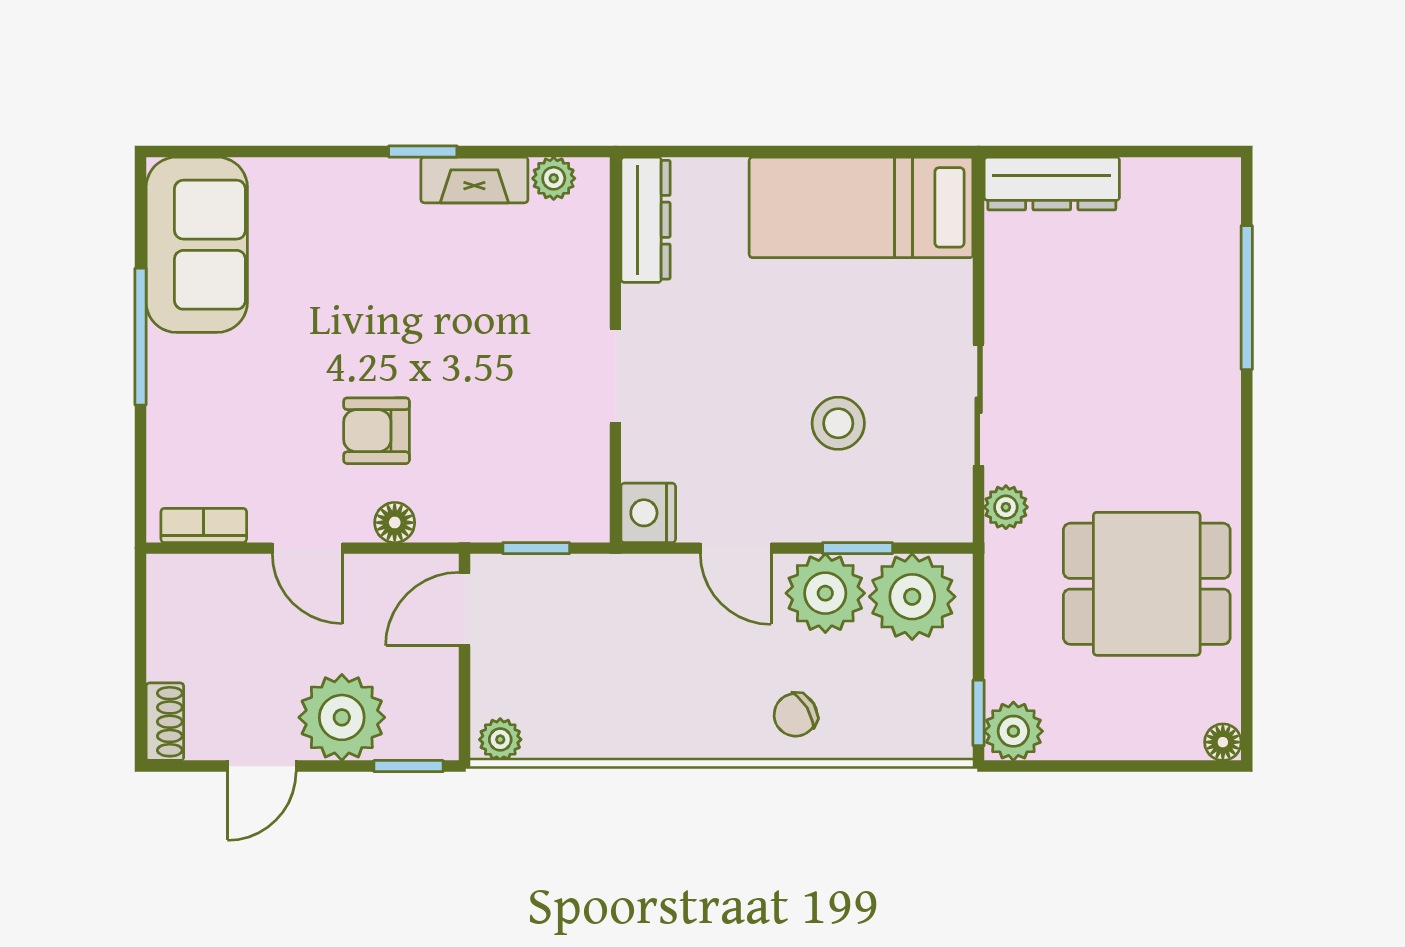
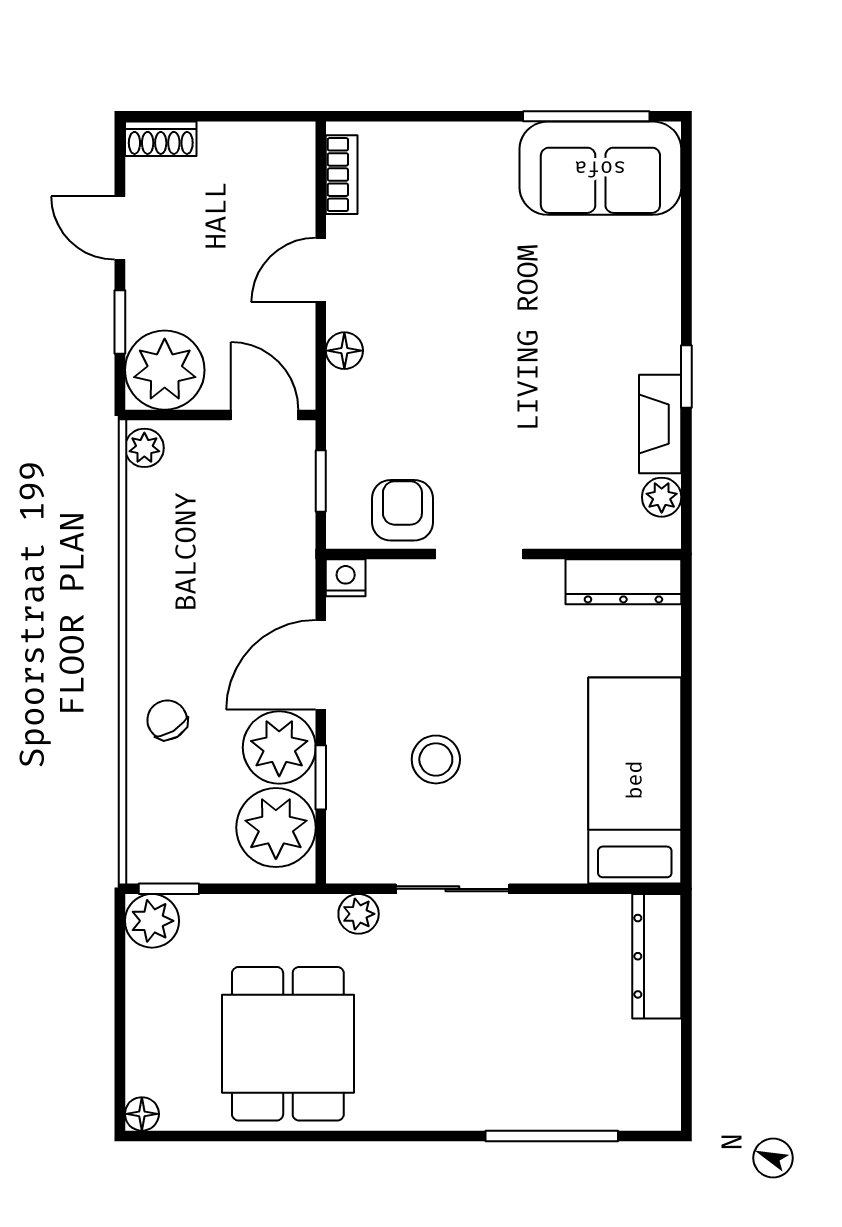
window: (140, 337) -> (586, 116), moved
armchair: (376, 431) -> (402, 510), moved
nightstand: (648, 513) -> (346, 578), width x0.72, depth x0.74
door: (736, 548) -> (321, 665), width x1.38
plant: (342, 717) -> (165, 370), moved
window: (409, 766) -> (120, 322), moved

